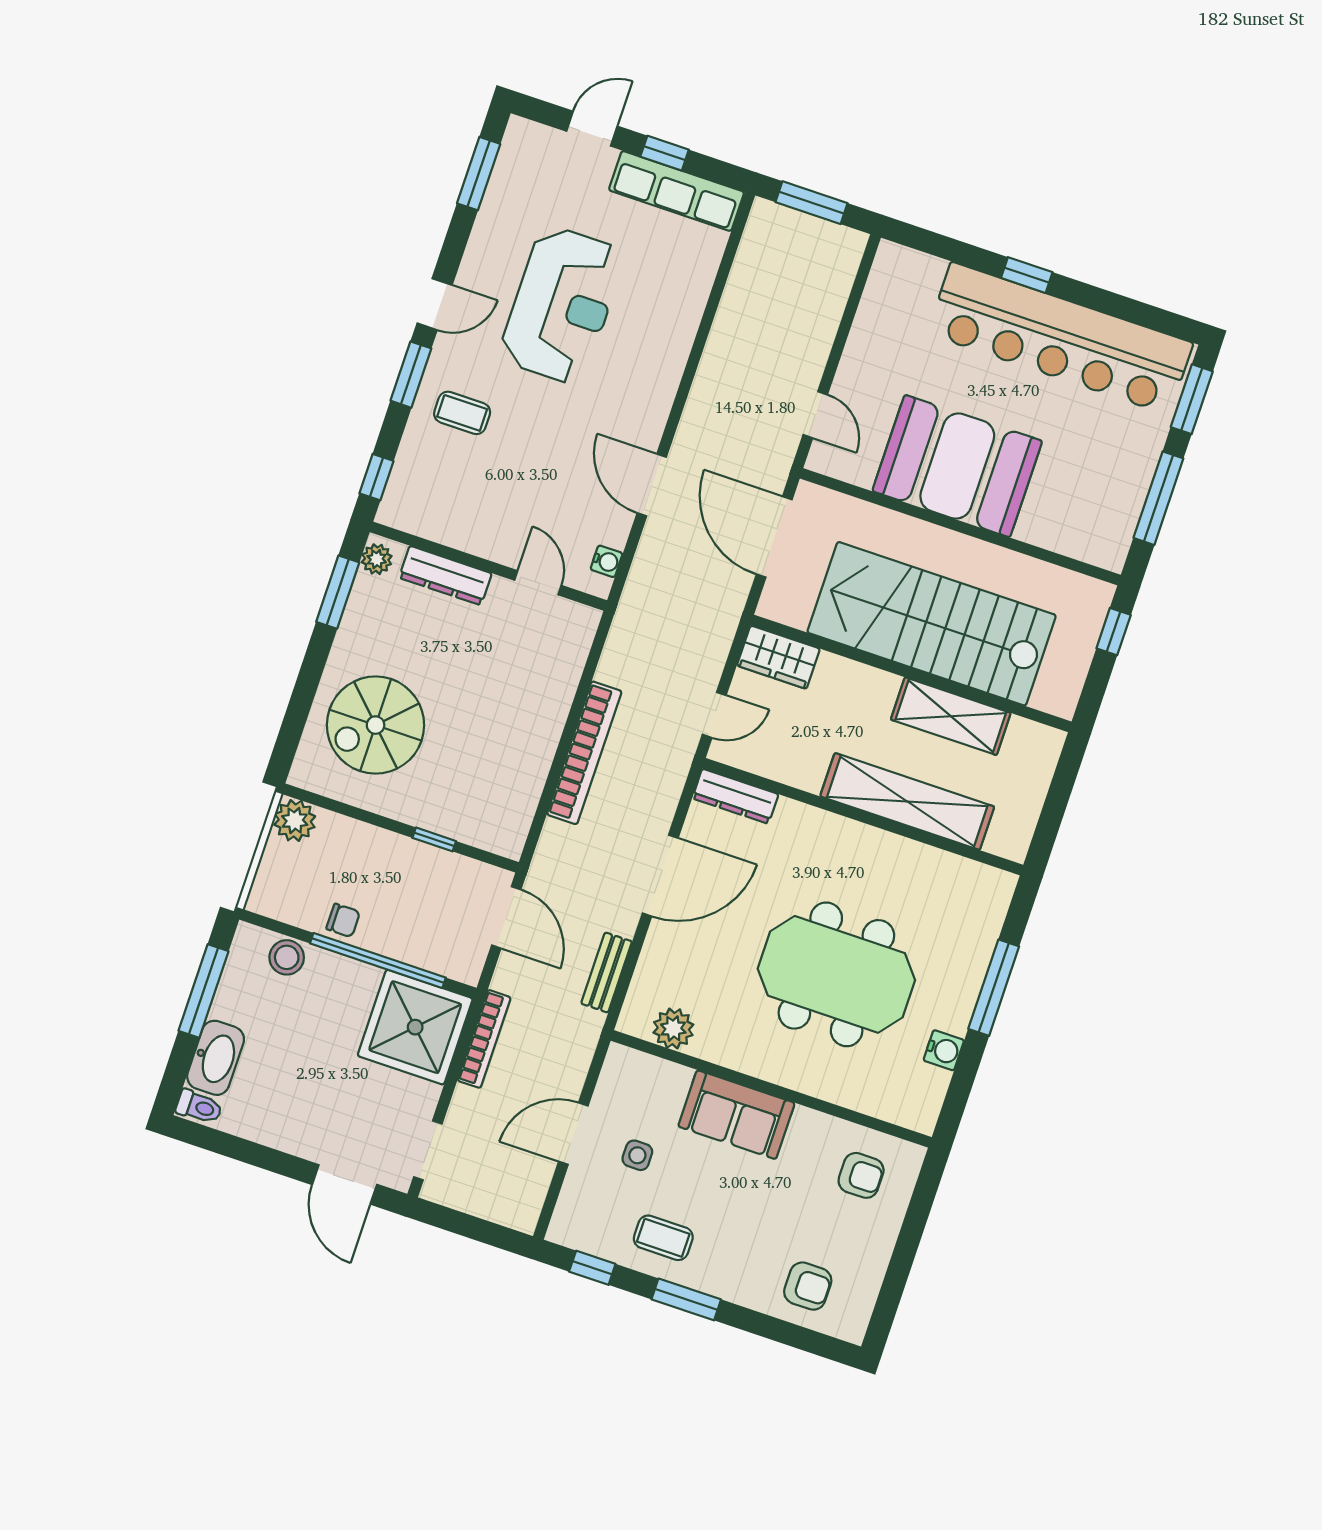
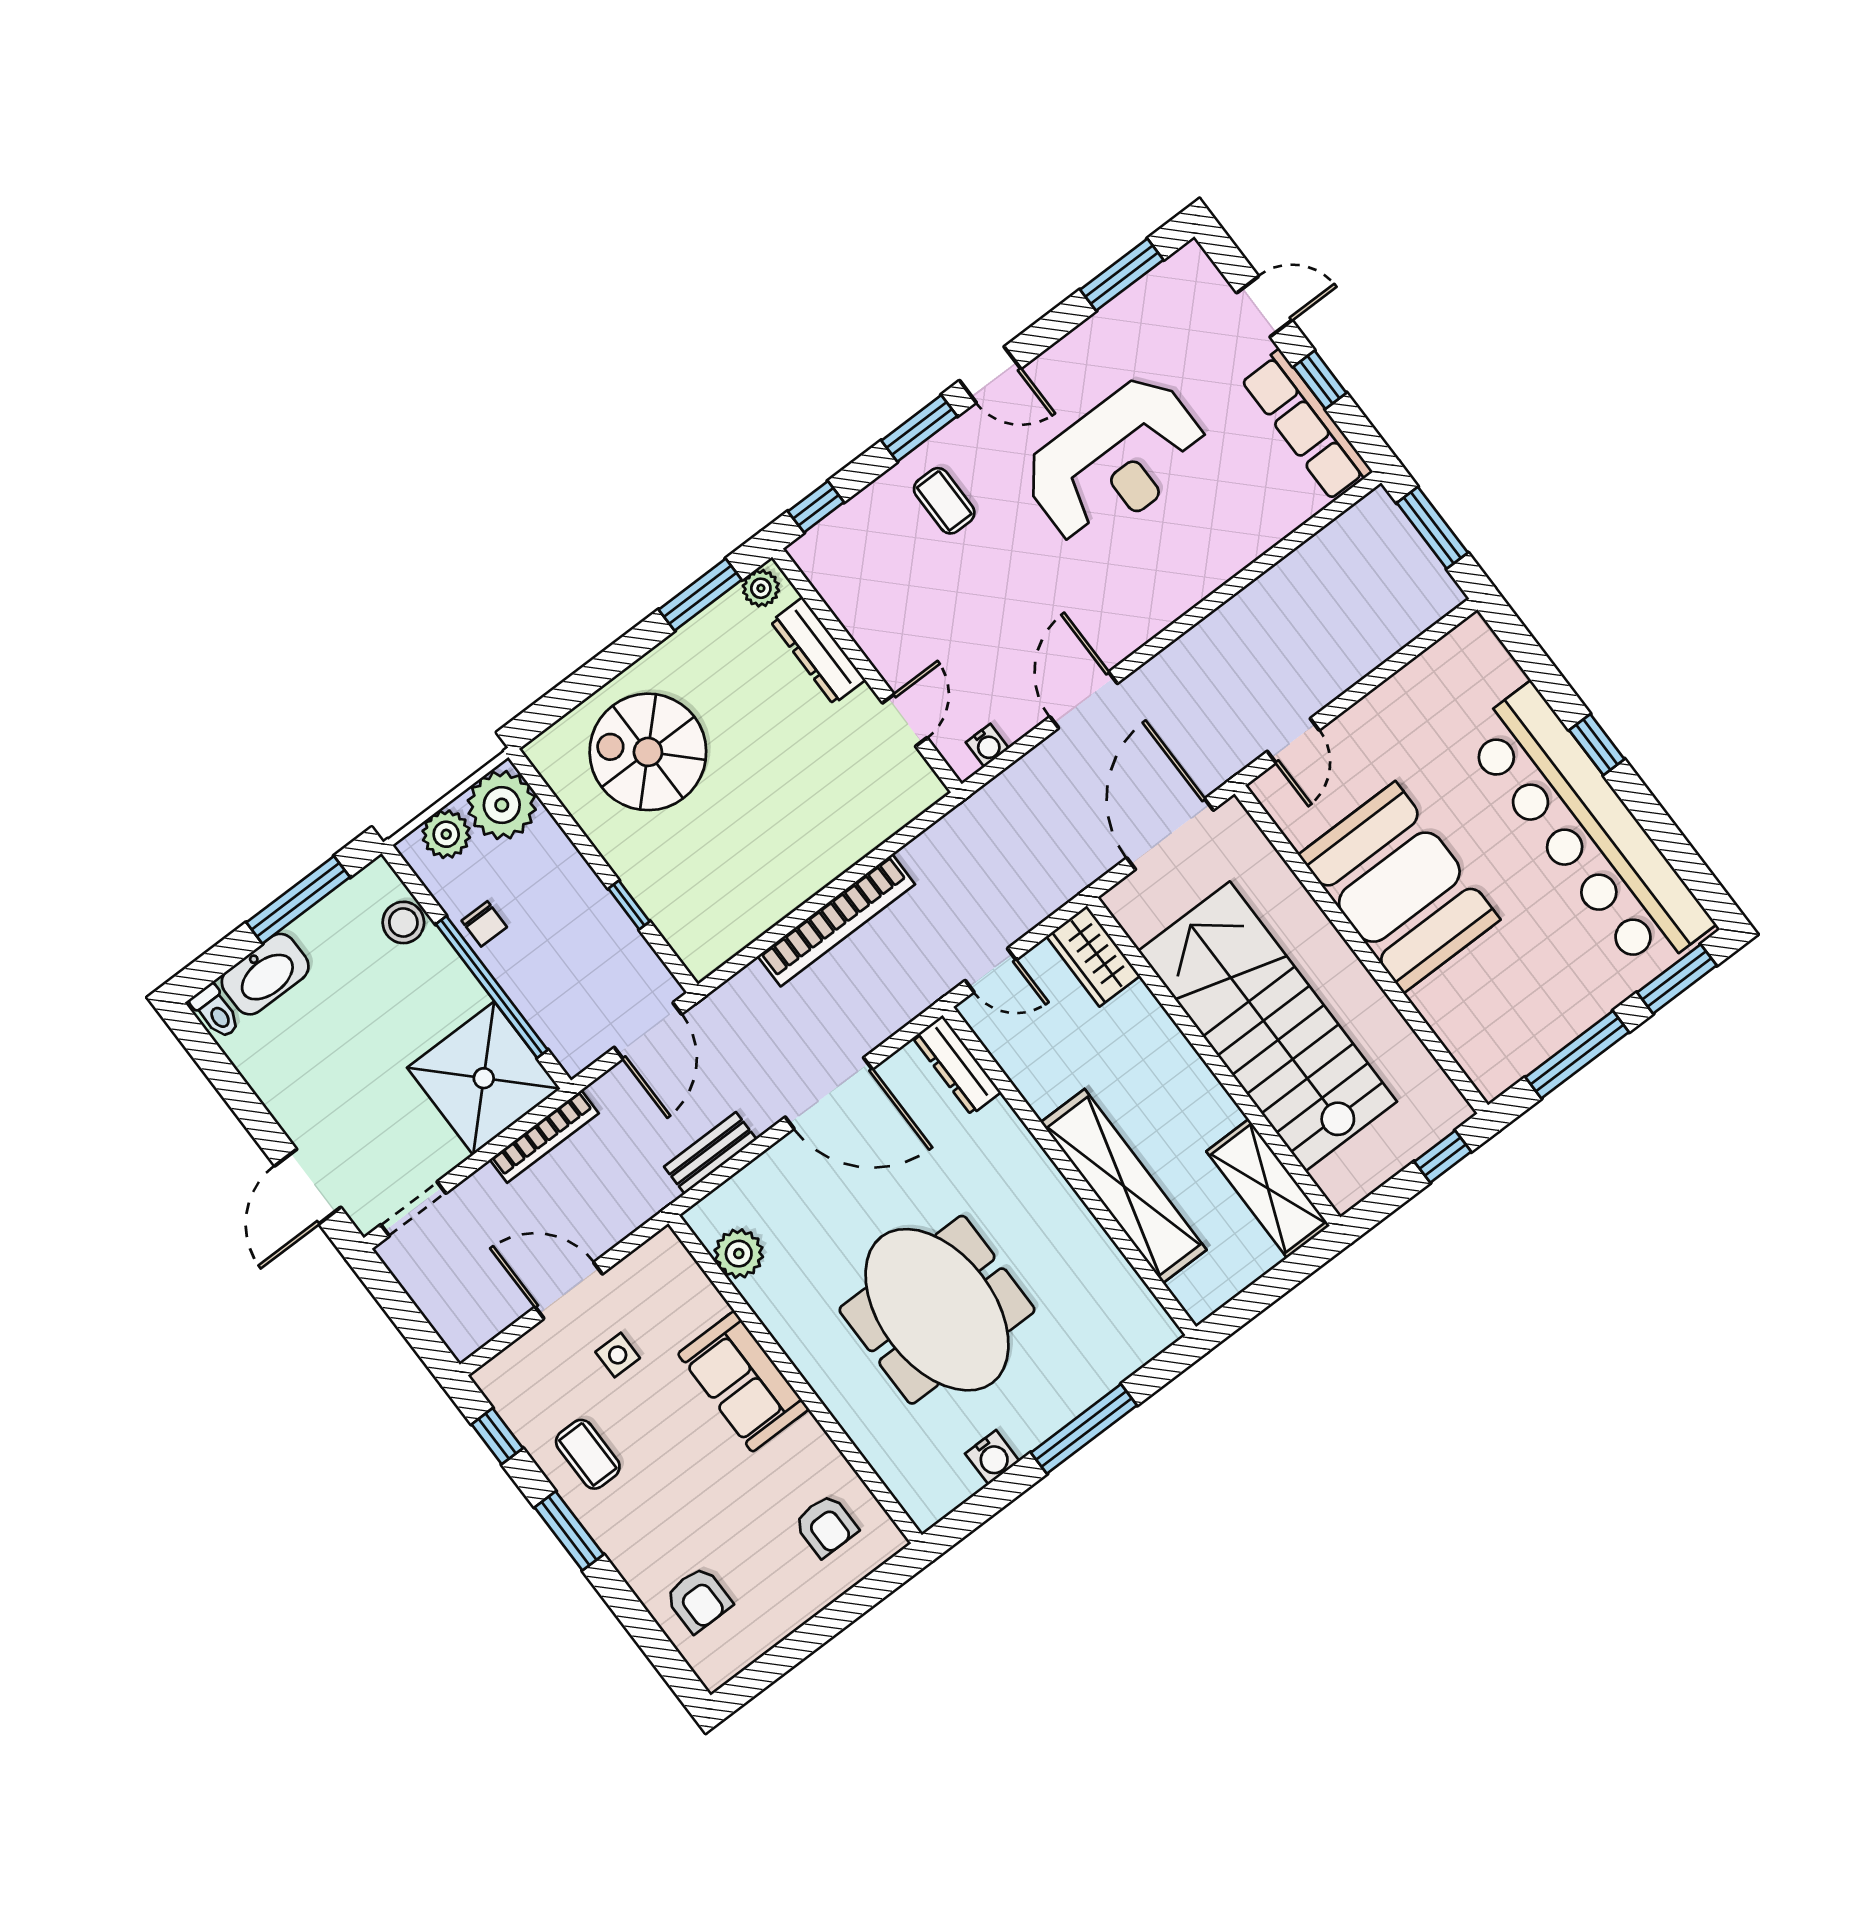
shelving: (951, 716) -> (1268, 1188), moved
plant: (295, 821) -> (502, 805), width x1.36, depth x1.36
plant: (275, 876) -> (446, 834), added

